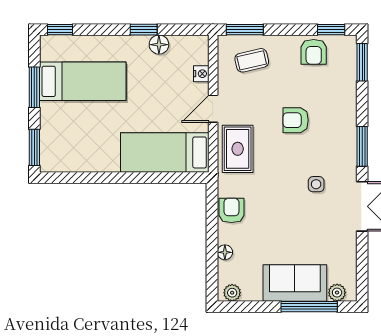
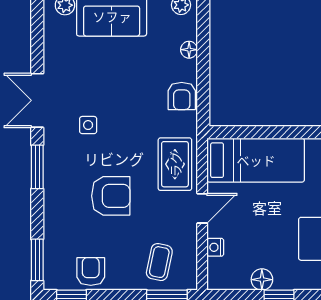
coffee table: (252, 60) -> (159, 262), turned -65
armchair: (296, 120) -> (111, 196), width x1.38, depth x1.38

